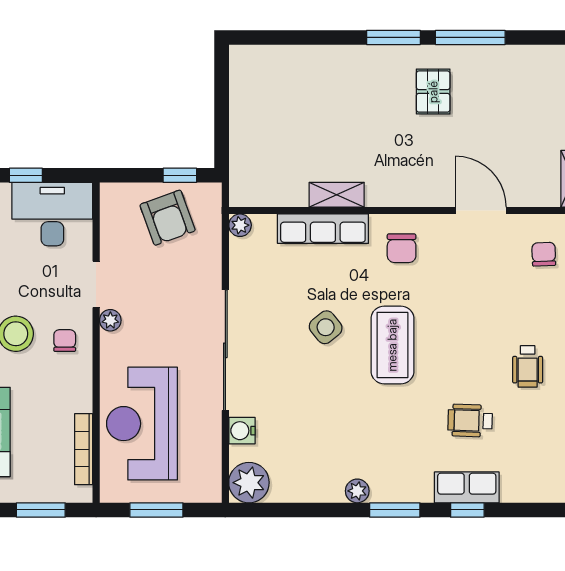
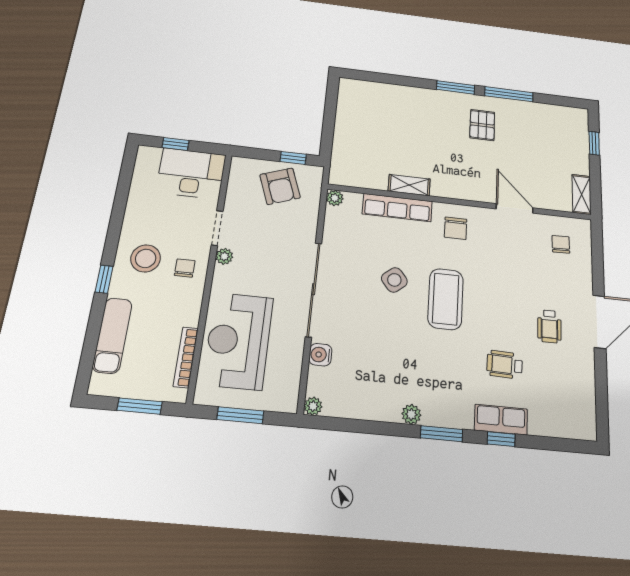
plant: (249, 483) -> (313, 406), width x0.53, depth x0.53

